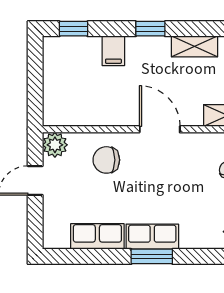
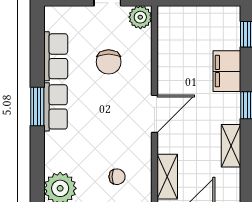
filing cabinet: (113, 51) -> (227, 71), width x2.00
chair: (106, 160) -> (109, 62), moved, turned 180

